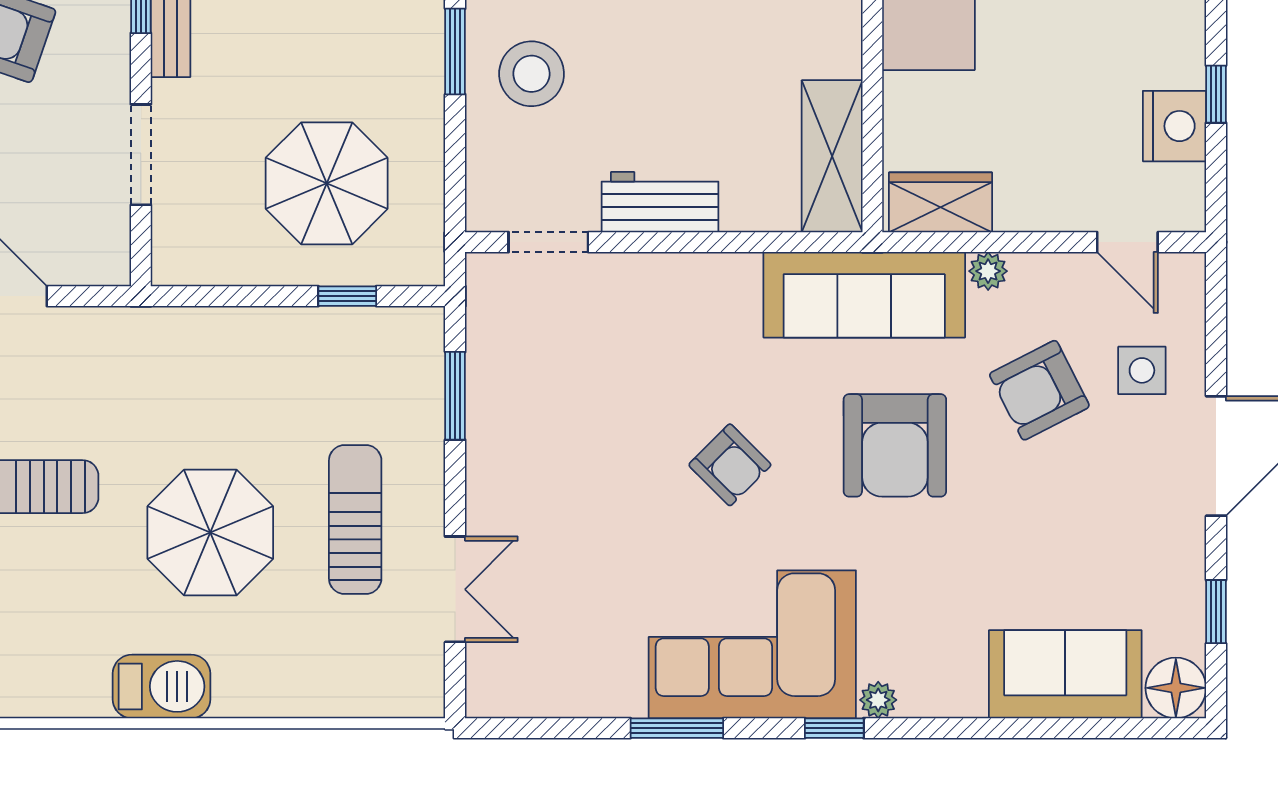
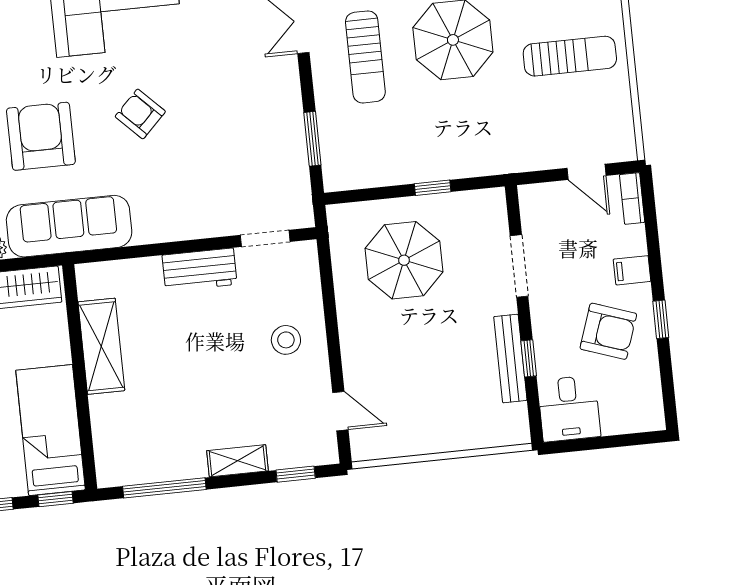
window: (455, 52) -> (334, 349), removed
stool: (532, 74) -> (286, 340), width x0.73, depth x0.73
shelving: (832, 156) -> (101, 346), moved
window: (347, 296) -> (433, 188), moved

